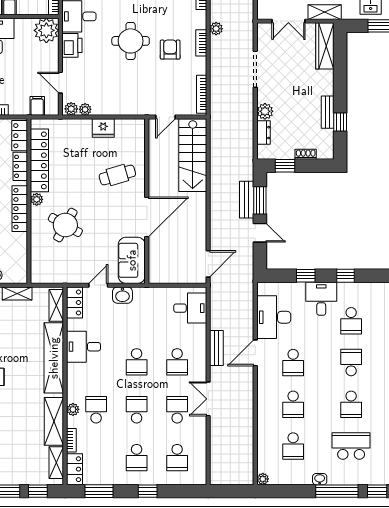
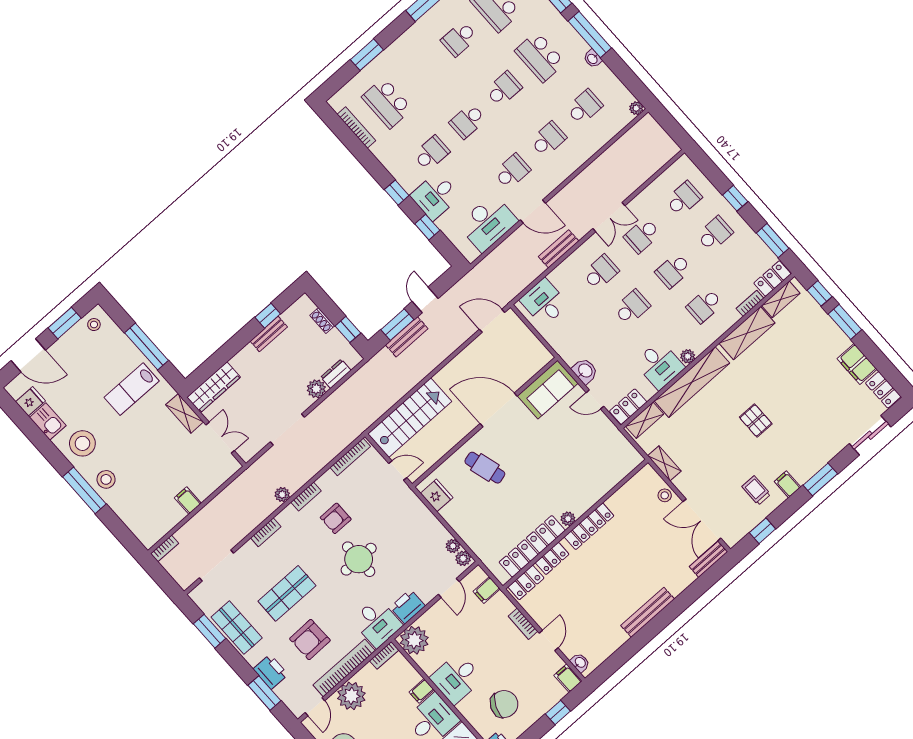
fridge: (103, 128) -> (437, 495), moved
round table: (65, 225) -> (568, 474), removed
plant: (73, 409) -> (688, 356), moved

